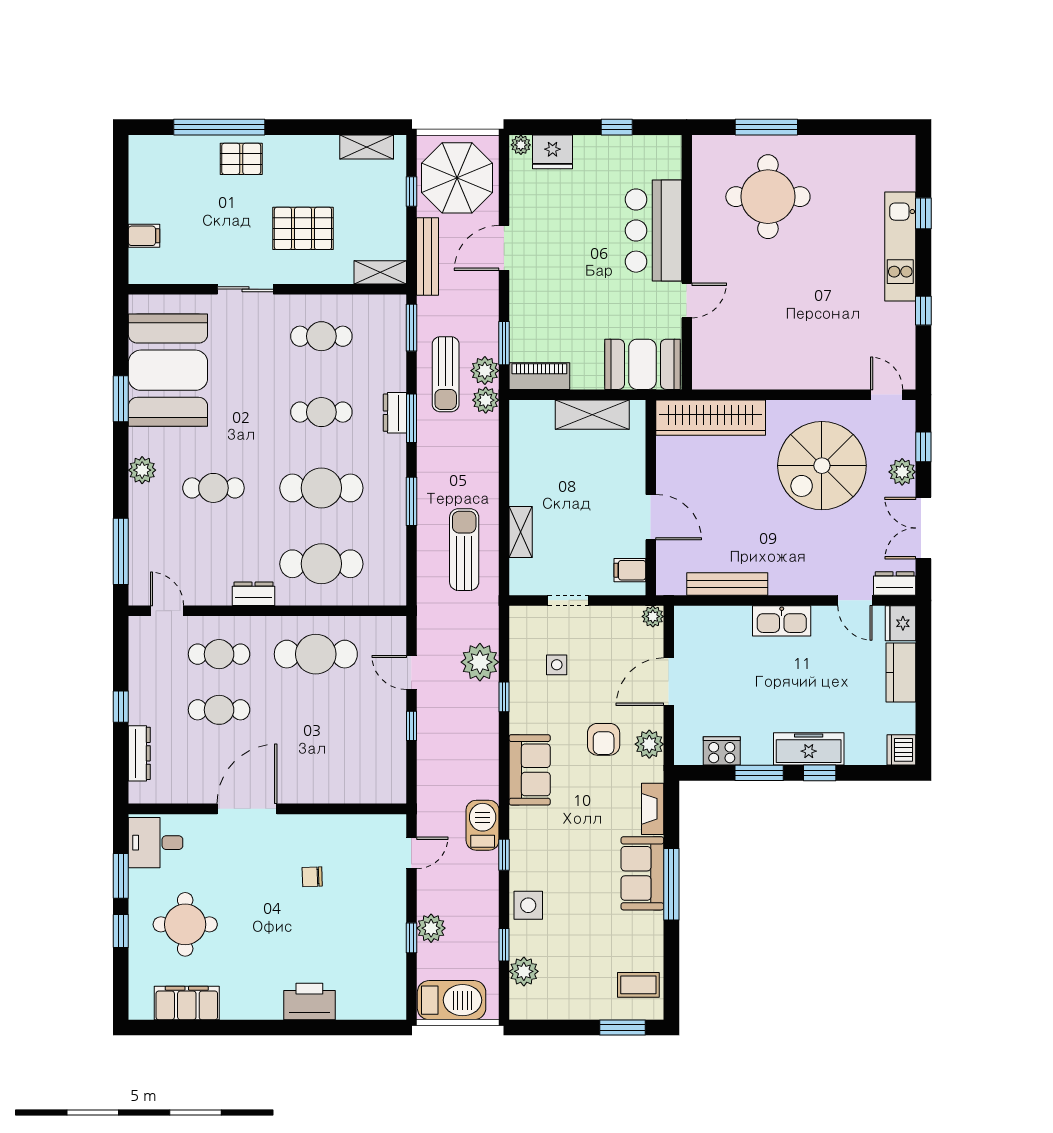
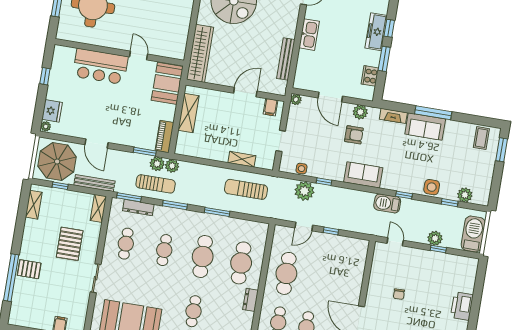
pallet: (241, 159) -> (29, 269), turned 90
dresser: (395, 413) -> (138, 207), moved, width x1.44
side table: (557, 665) -> (301, 169), moved

